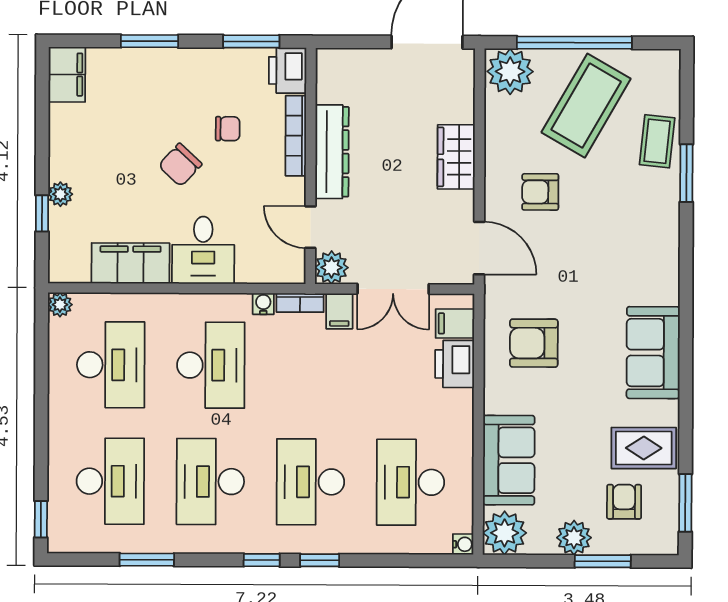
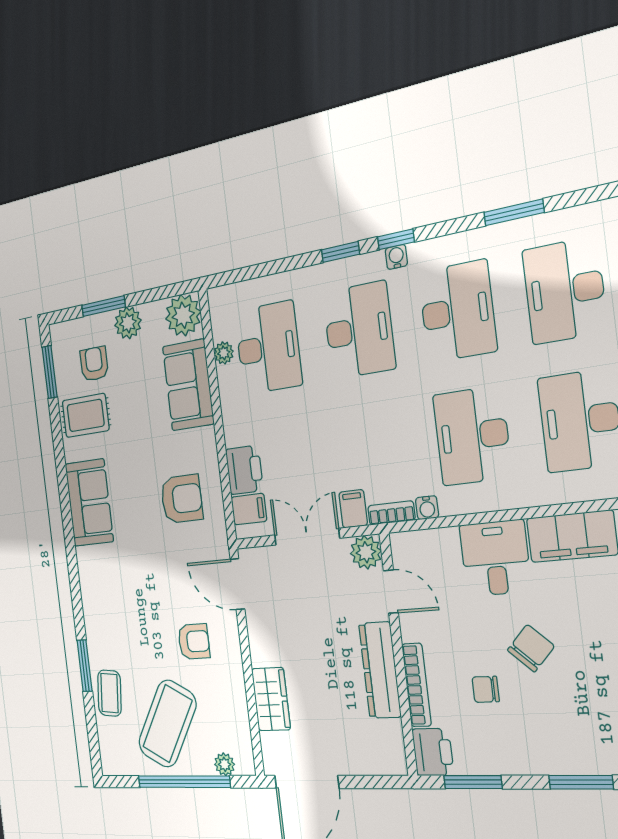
plant: (510, 72) -> (225, 764), width x0.53, depth x0.53
wardrobe: (456, 157) -> (271, 699), moved
plant: (462, 486) -> (224, 353), added
armchair: (624, 502) -> (94, 364), turned 180
water cooler: (463, 544) -> (396, 257), moved, turned 90

